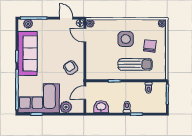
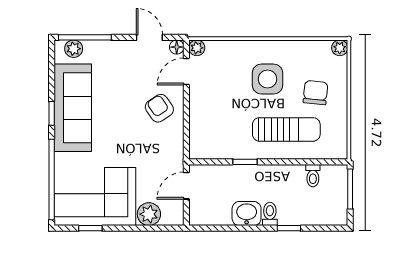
door: (85, 35) -> (186, 71), hinge flipped
armchair: (71, 68) -> (159, 108), moved
washbasin: (101, 107) -> (247, 214), moved

